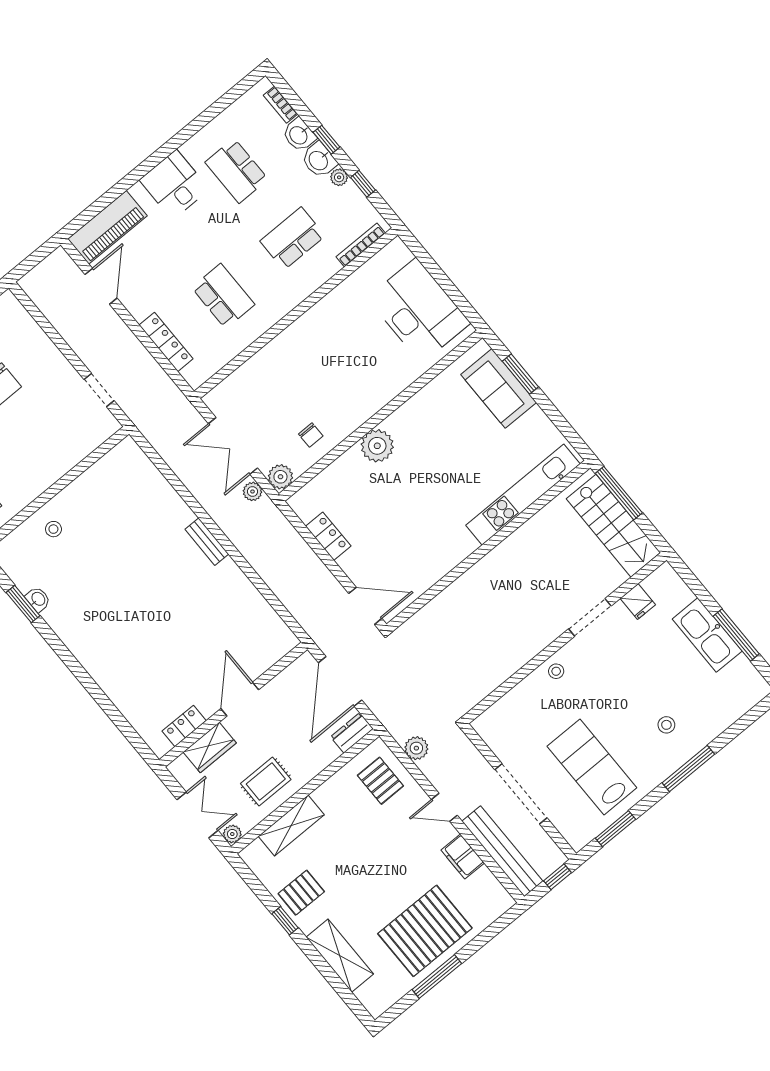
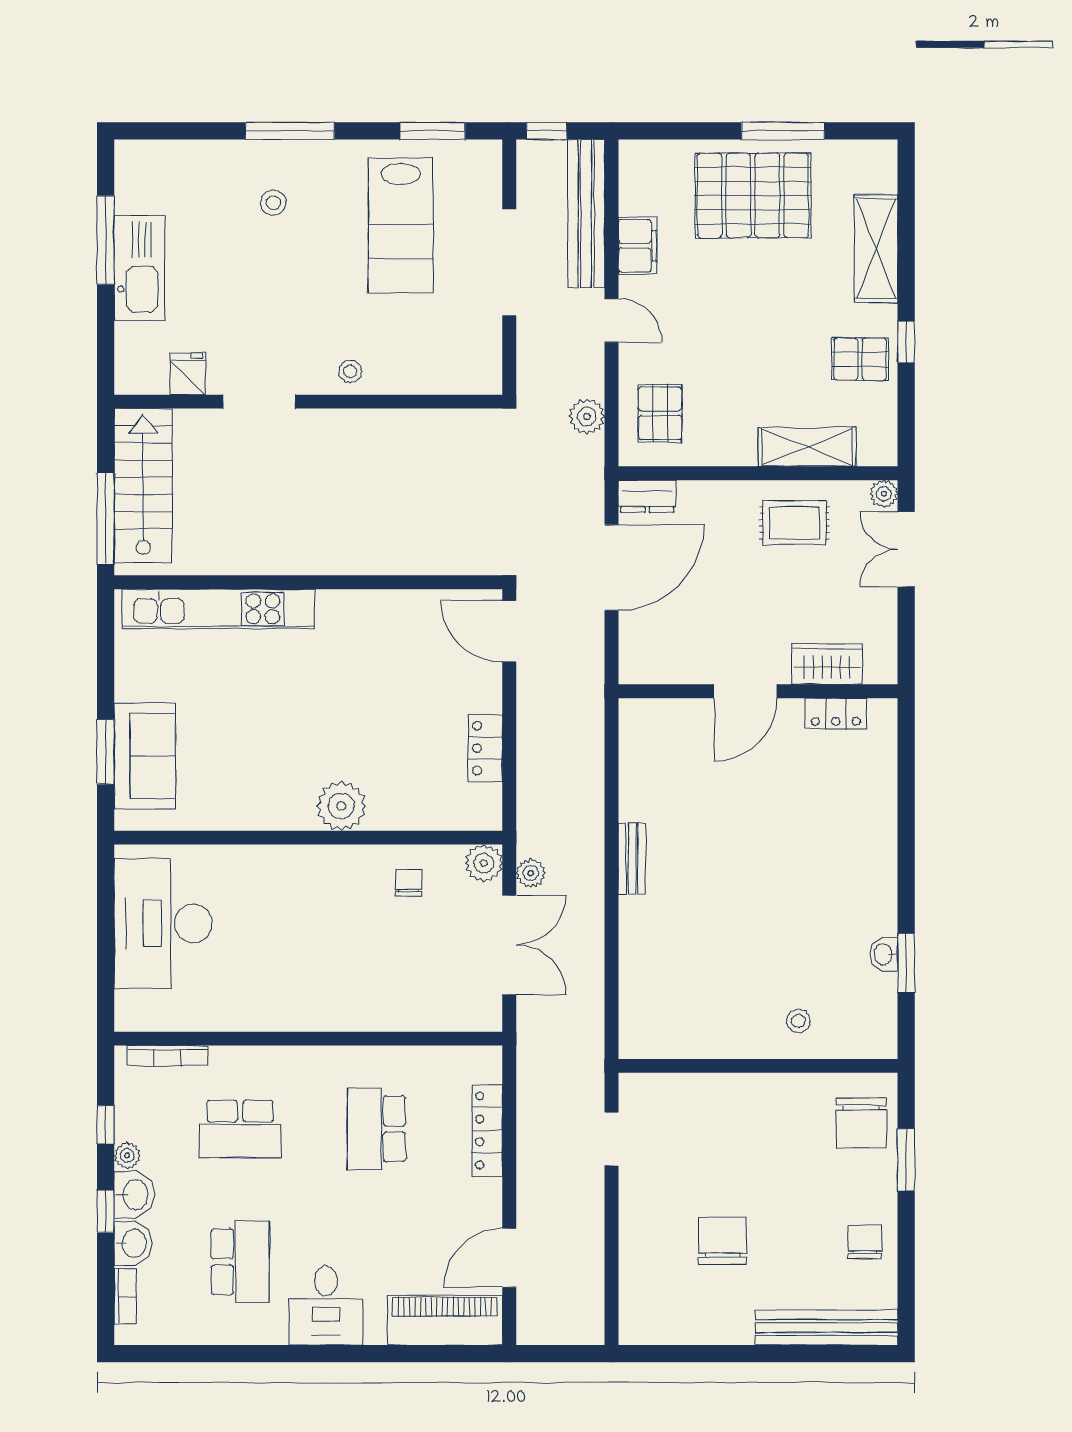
door: (240, 699) -> (745, 691), moved
wall: (233, 704) -> (758, 691), moved
locker: (184, 726) -> (836, 714), moved
wardrobe: (210, 748) -> (827, 664), moved

